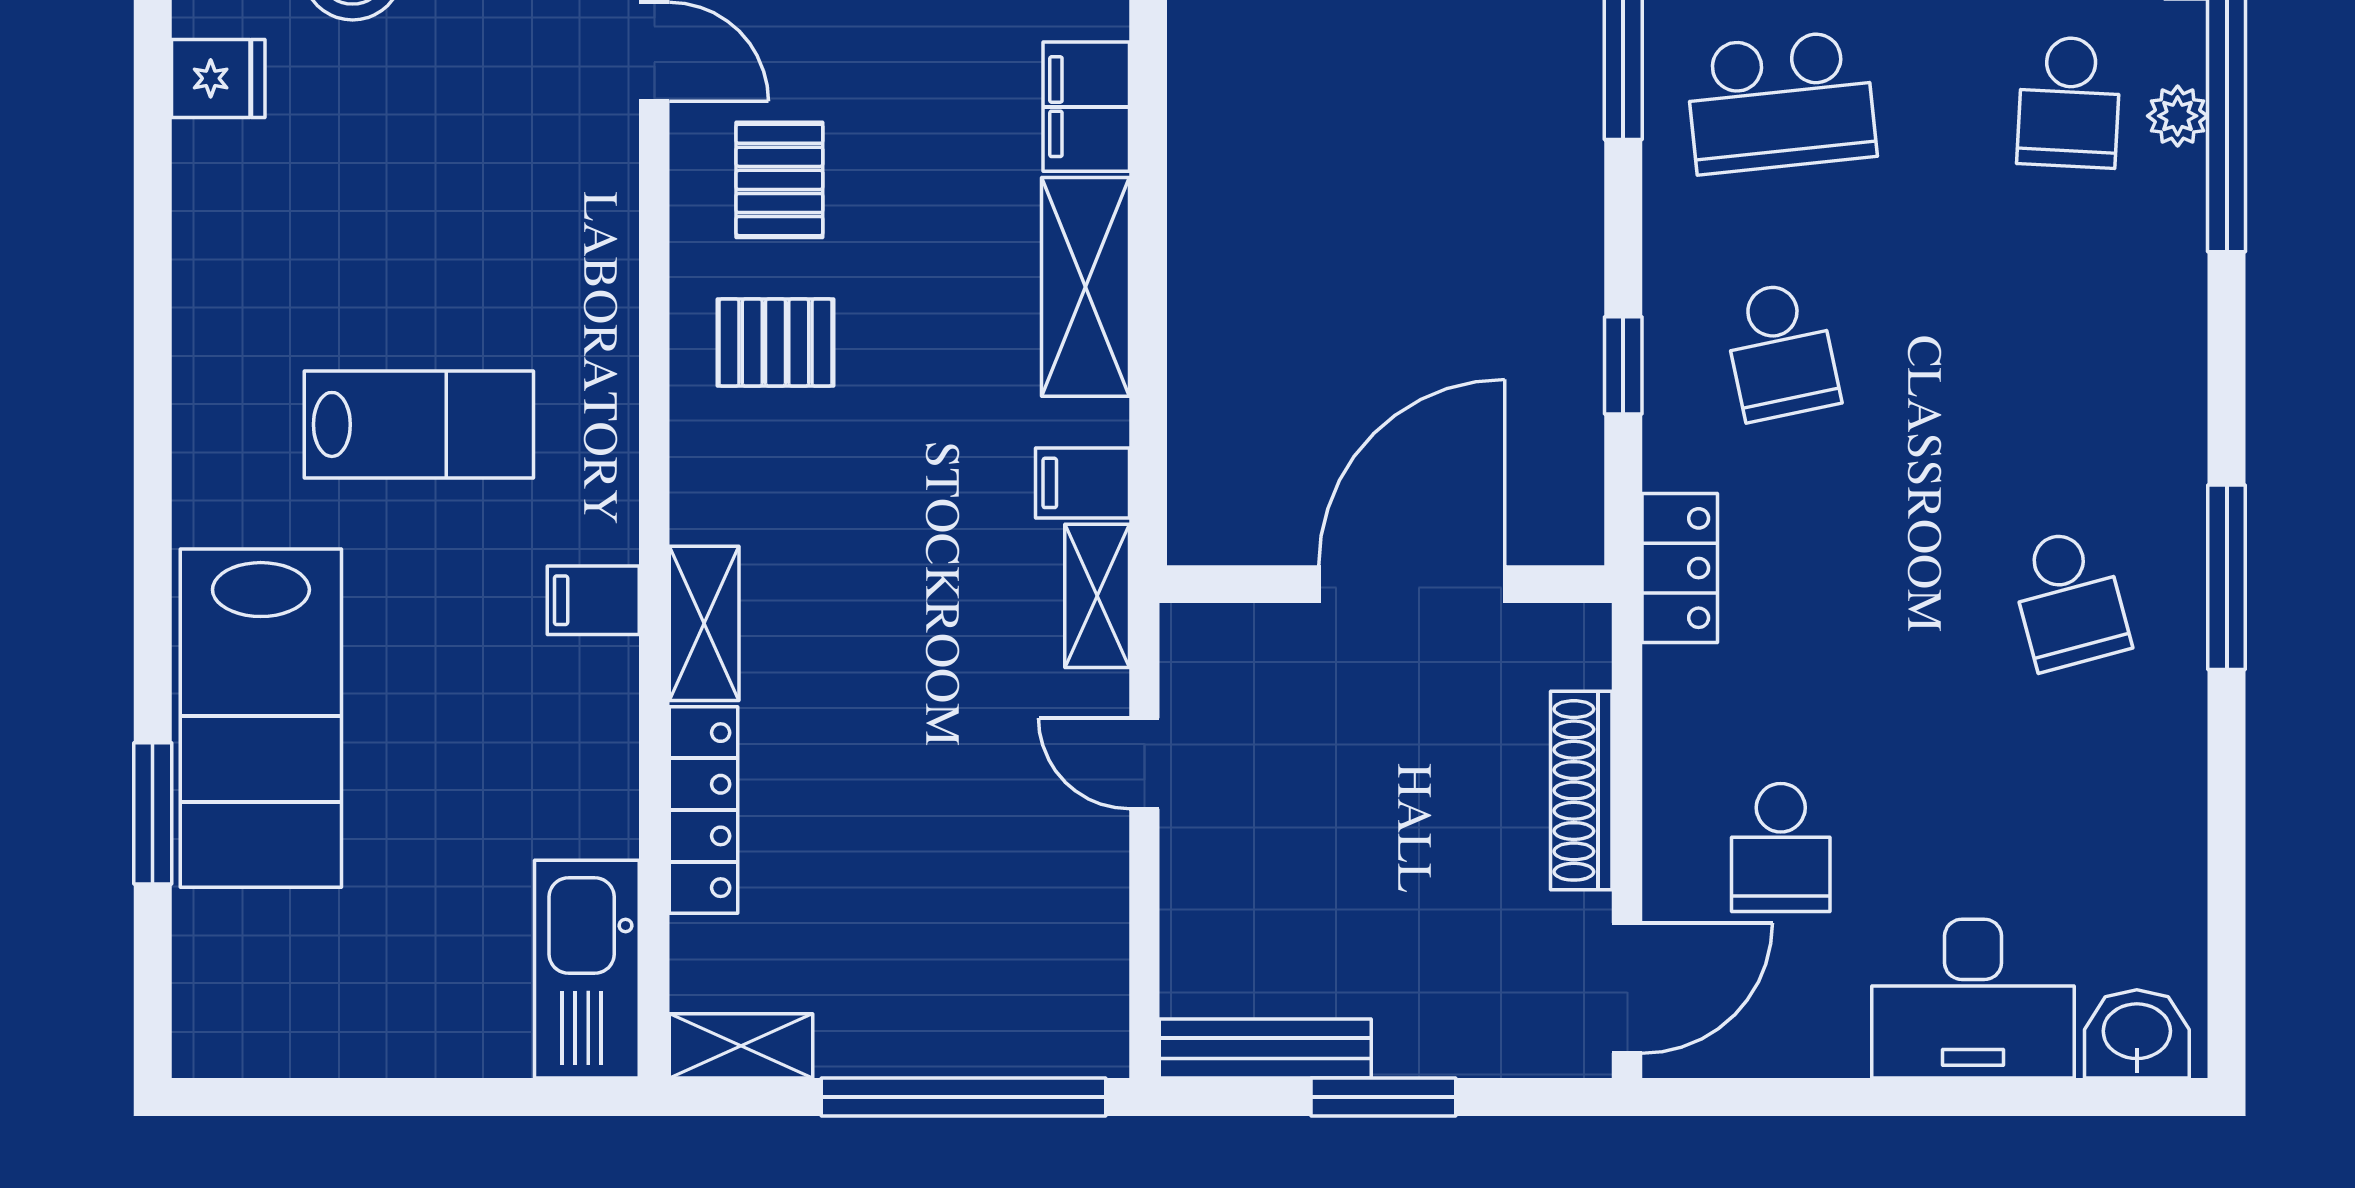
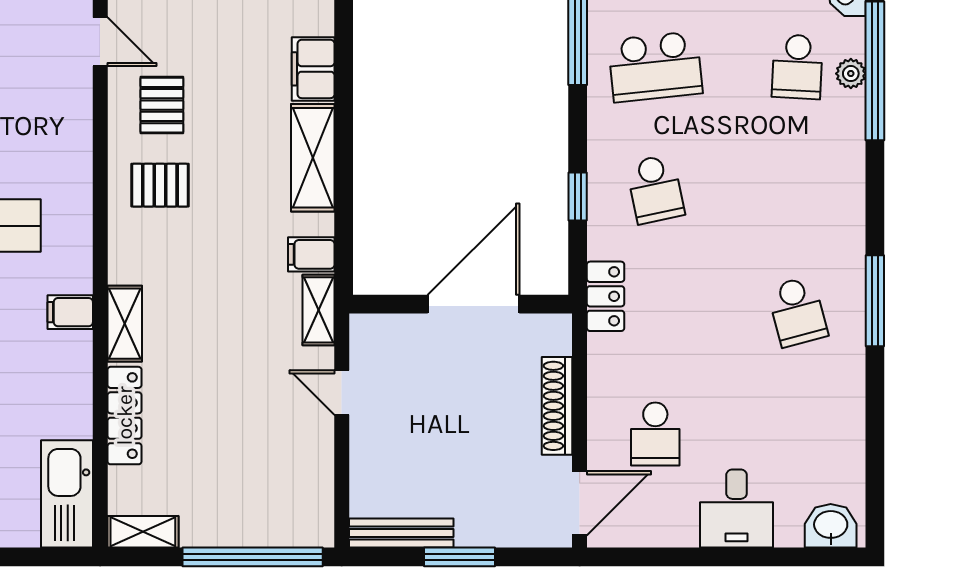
desk: (1973, 999) -> (737, 508), width x0.73

